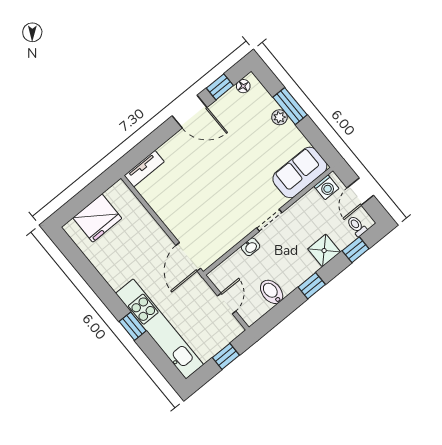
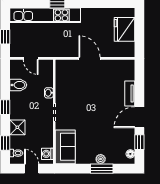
tv unit: (144, 169) -> (130, 93), moved
door: (188, 257) -> (89, 58), moved

